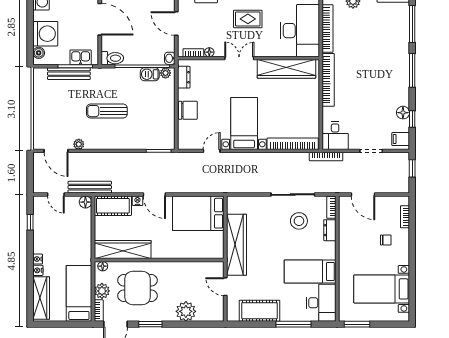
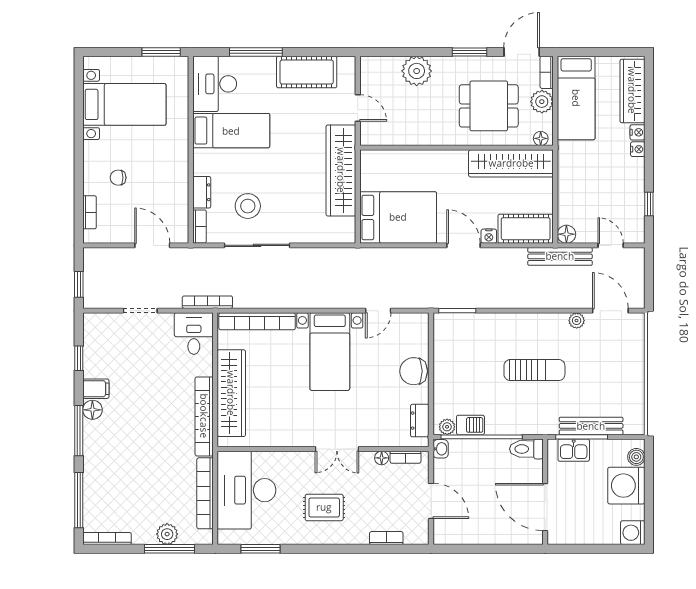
wardrobe: (287, 69) -> (231, 393), moved, turned 90
floor lamp: (403, 113) -> (92, 410), moved
filing cabinet: (401, 139) -> (96, 389), moved

